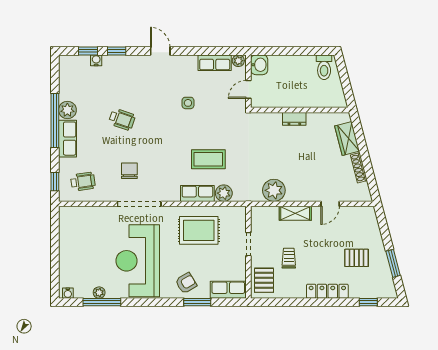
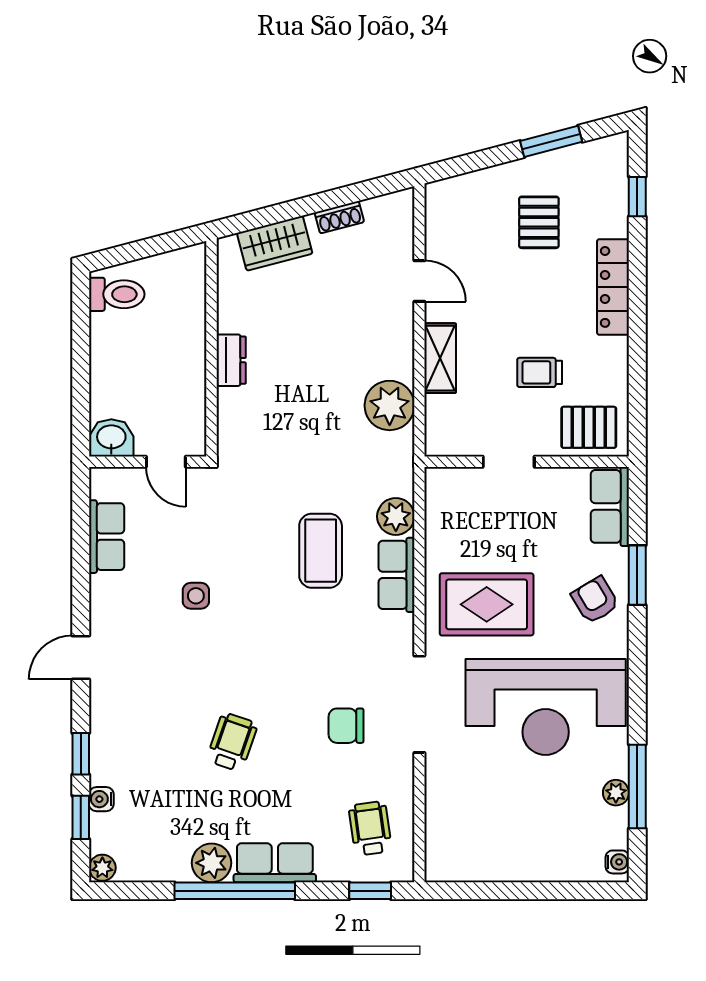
plant: (238, 61) -> (102, 868), moved
shoe rack: (359, 168) -> (339, 217), width x0.70
rug: (199, 230) -> (487, 604), moved, turned 90

